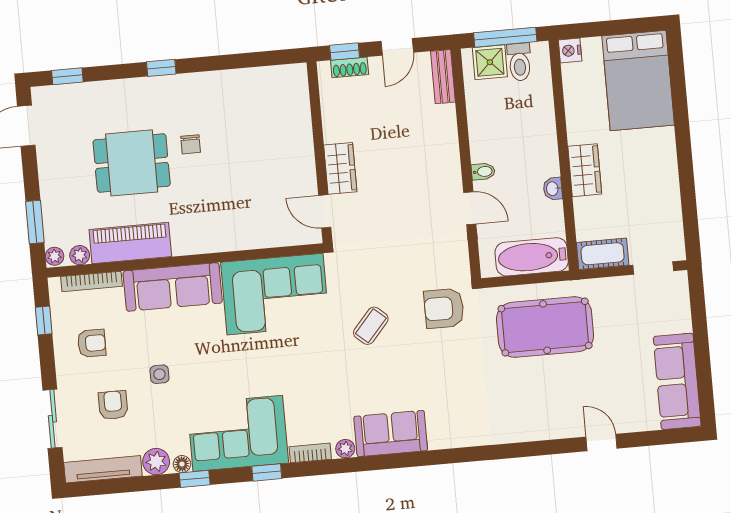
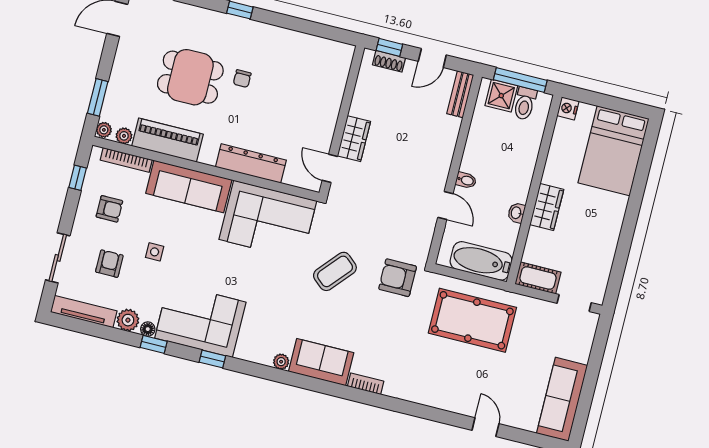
dresser: (234, 237) -> (251, 164), added
coffee table: (371, 326) -> (335, 271), width x1.36, depth x1.30
bookcase: (310, 453) -> (366, 384), moved

